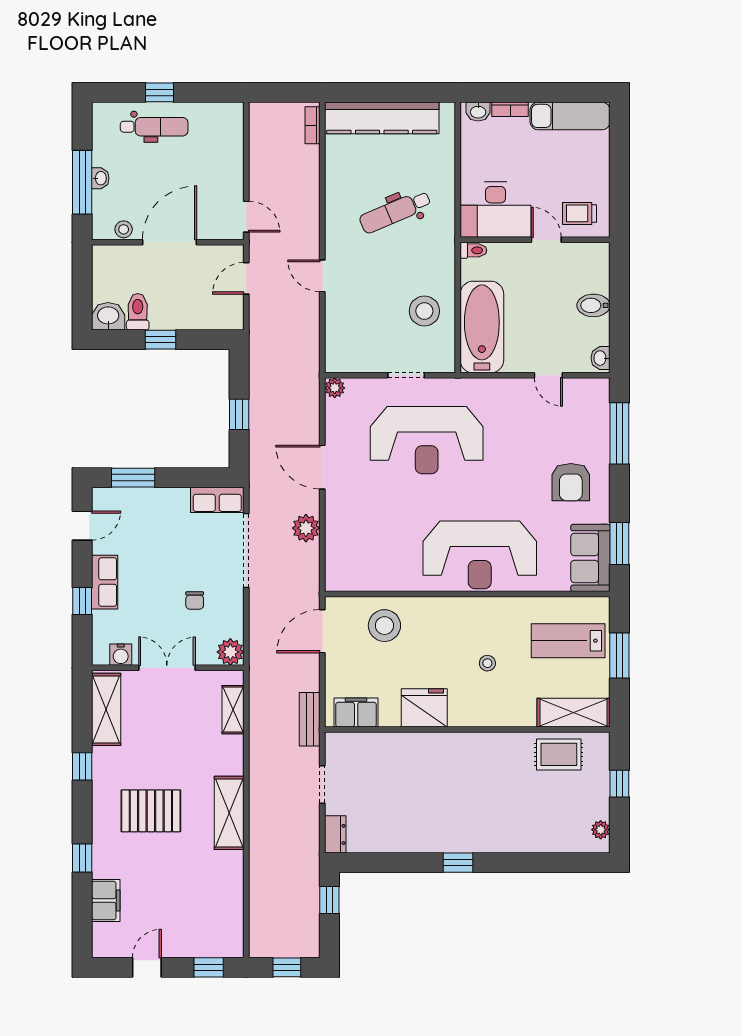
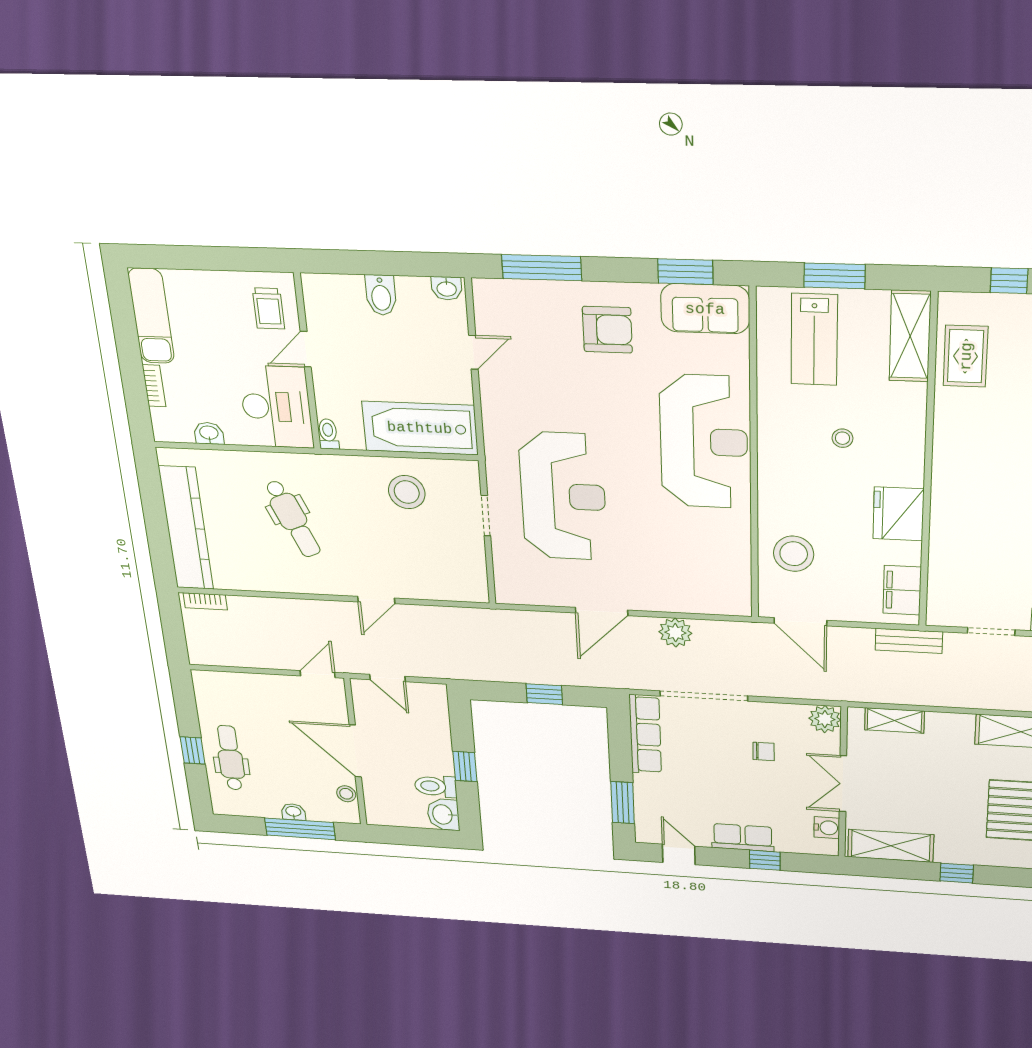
washbasin: (478, 112) -> (209, 433), moved, turned -90
plant: (335, 388) -> (506, 594), removed
row of seats: (217, 500) -> (645, 735), width x1.48

